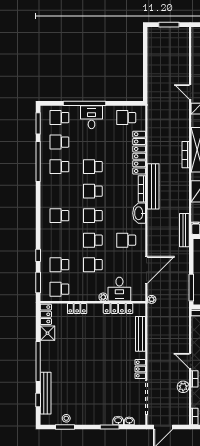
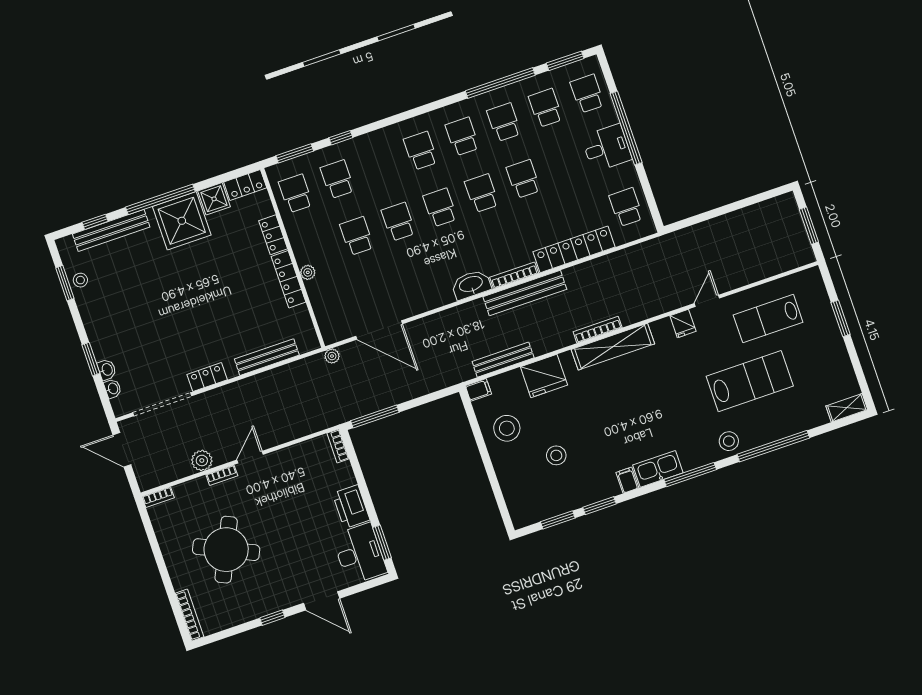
bench: (184, 230) -> (503, 360), moved
school desk: (126, 240) -> (462, 136), moved
desk: (119, 289) -> (331, 295), removed
locker: (118, 308) -> (288, 279), moved
shower: (53, 354) -> (182, 221), added

